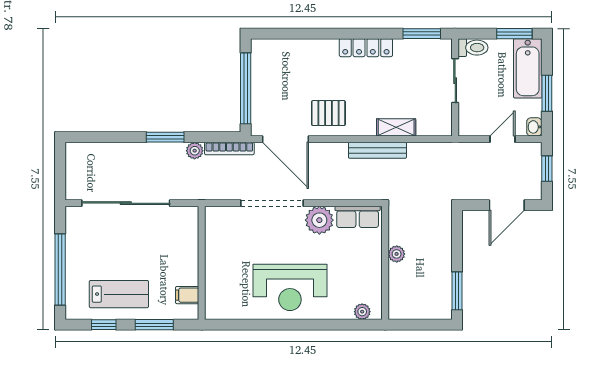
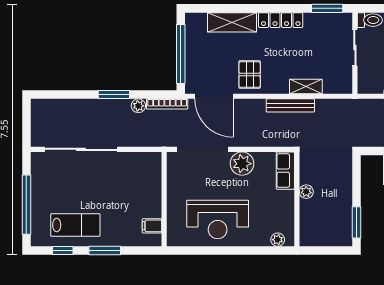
shelving: (307, 50) -> (232, 22), added
pallet: (328, 113) -> (250, 75), turned 90
row of seats: (358, 217) -> (285, 171), moved, turned 90
wall: (202, 263) -> (164, 199), moved
filing cabinet: (187, 295) -> (152, 226), moved

